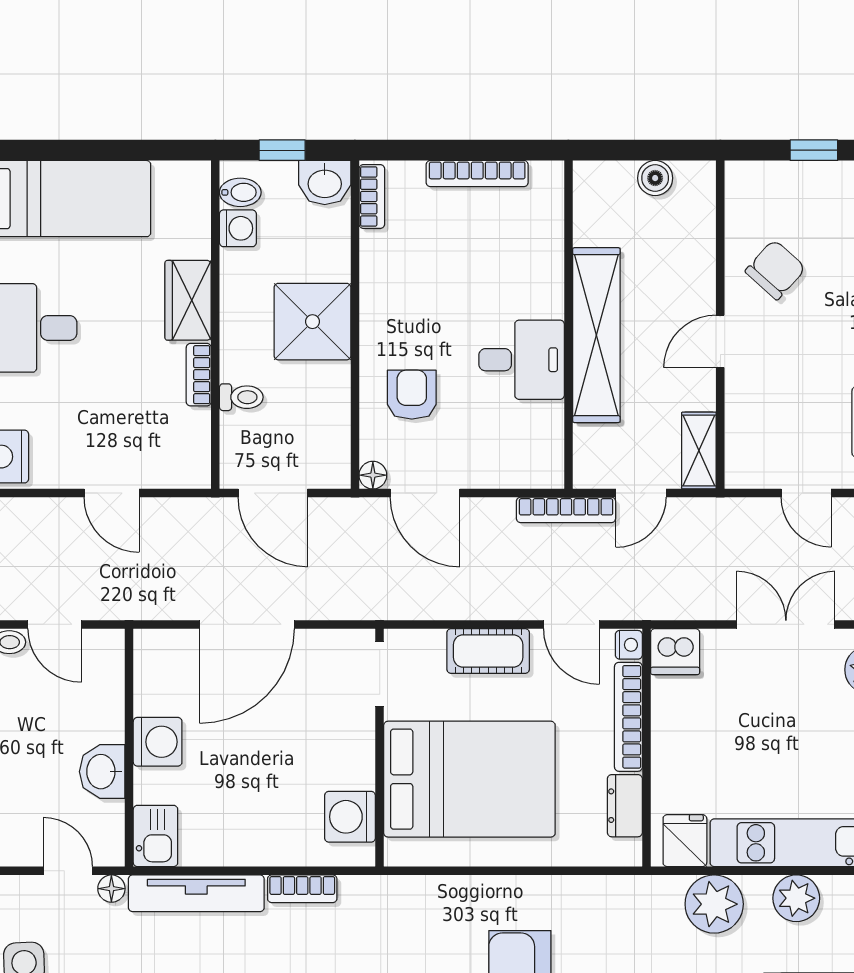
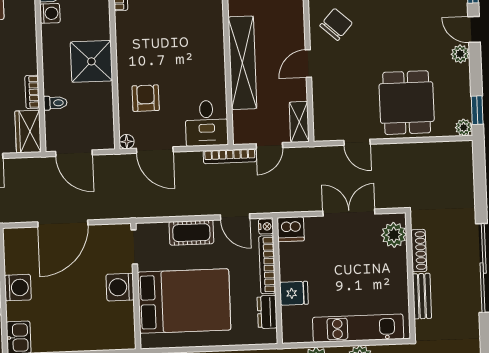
wardrobe: (188, 300) -> (28, 132), moved
desk: (522, 360) -> (207, 123), moved, turned 90
washing machine: (350, 817) -> (120, 287), moved
fridge: (685, 841) -> (294, 293), moved, turned 90

